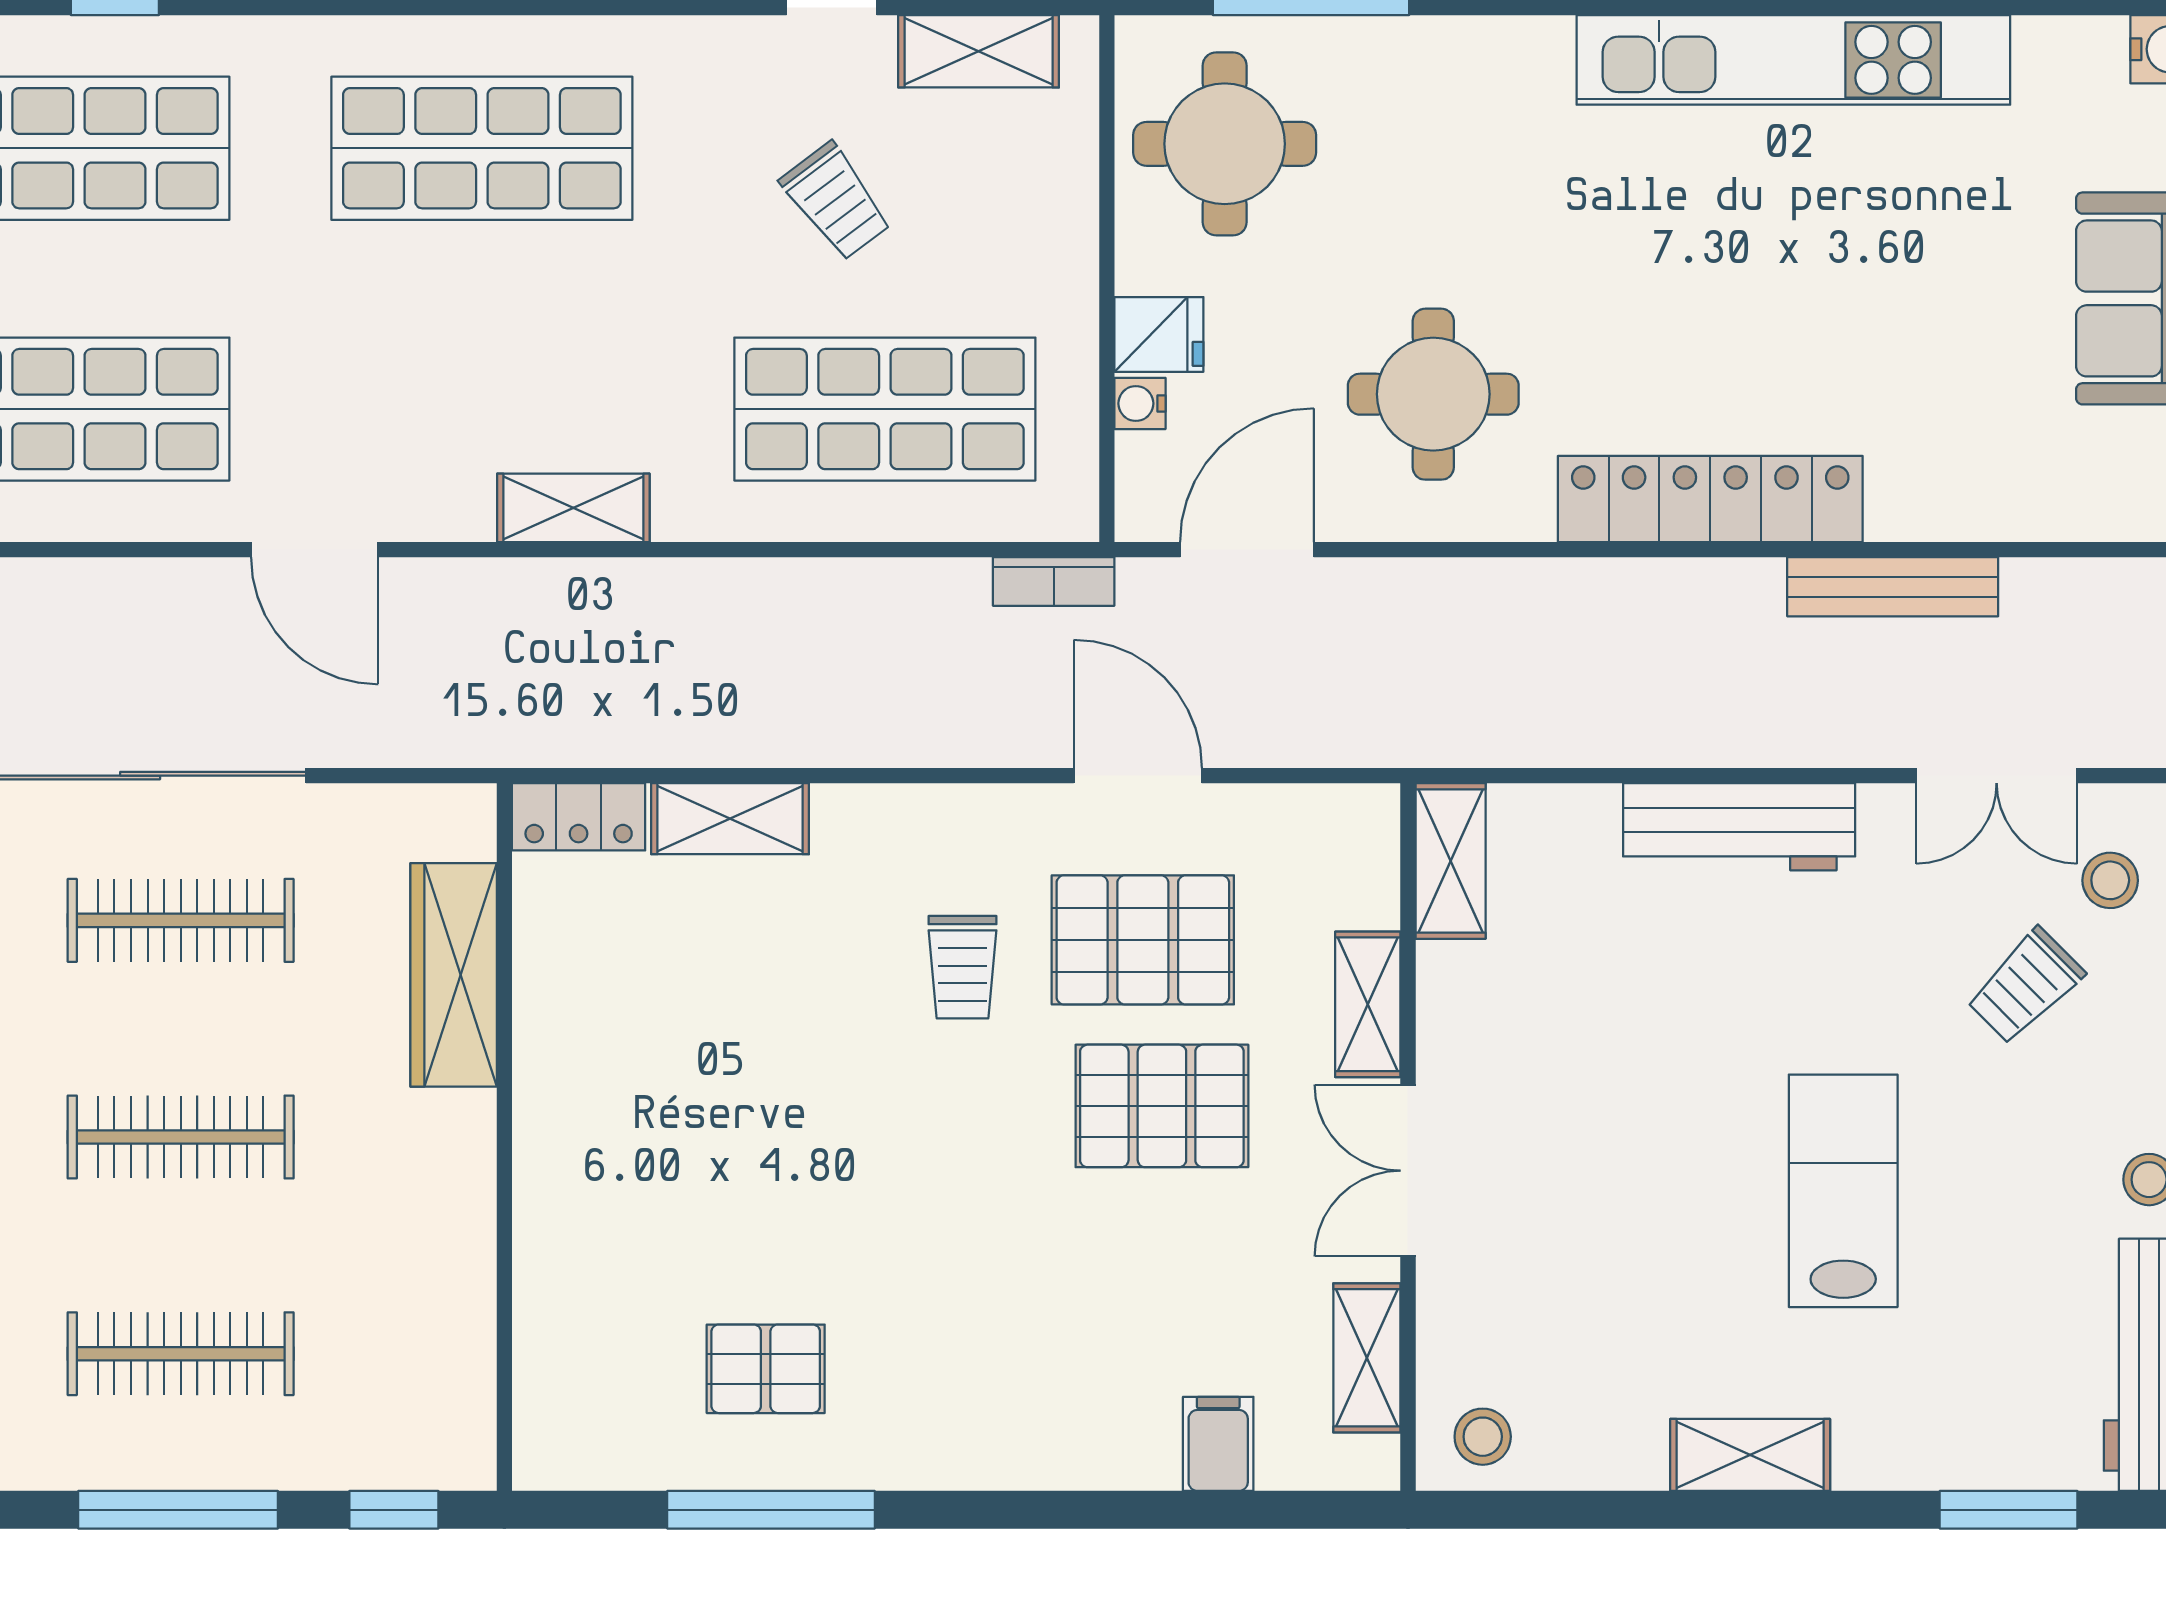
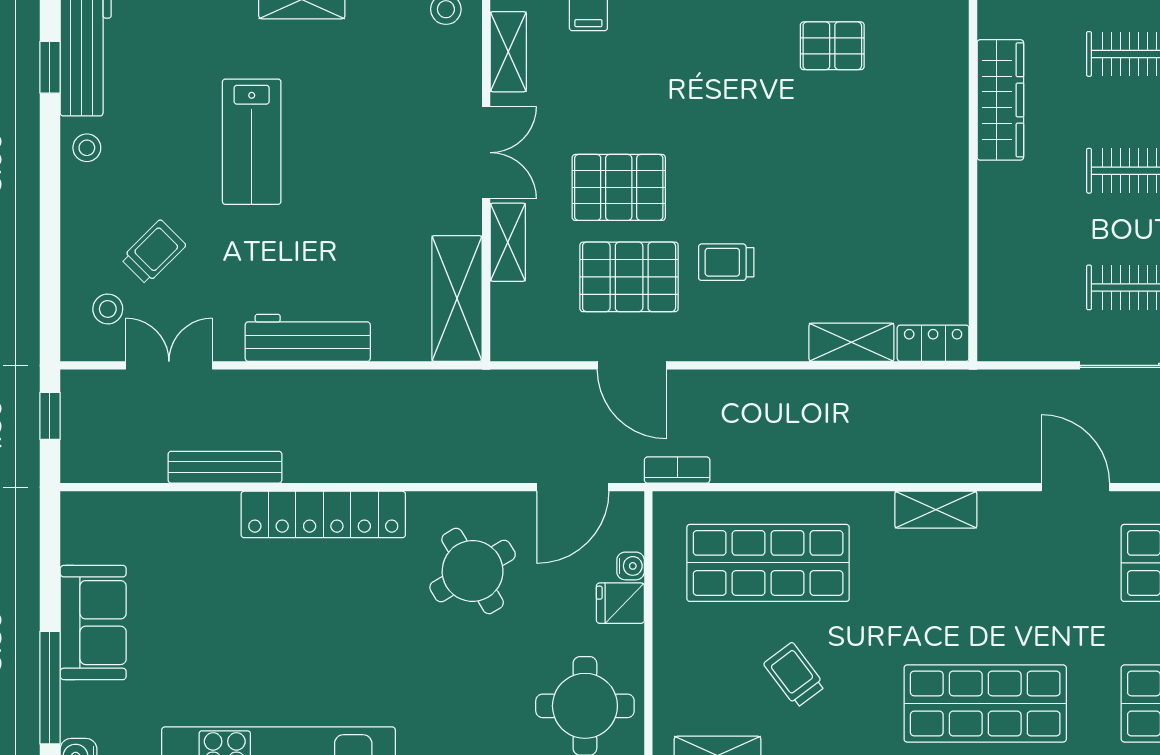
round table: (1433, 394) -> (473, 571), turned -31
shelving: (1451, 861) -> (457, 298), width x1.50, depth x1.33
trolley: (962, 967) -> (726, 262), turned -90
wardrobe: (454, 975) -> (1000, 100), moved

